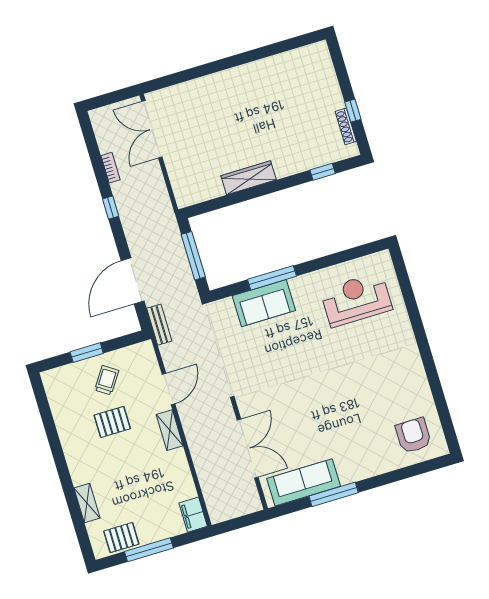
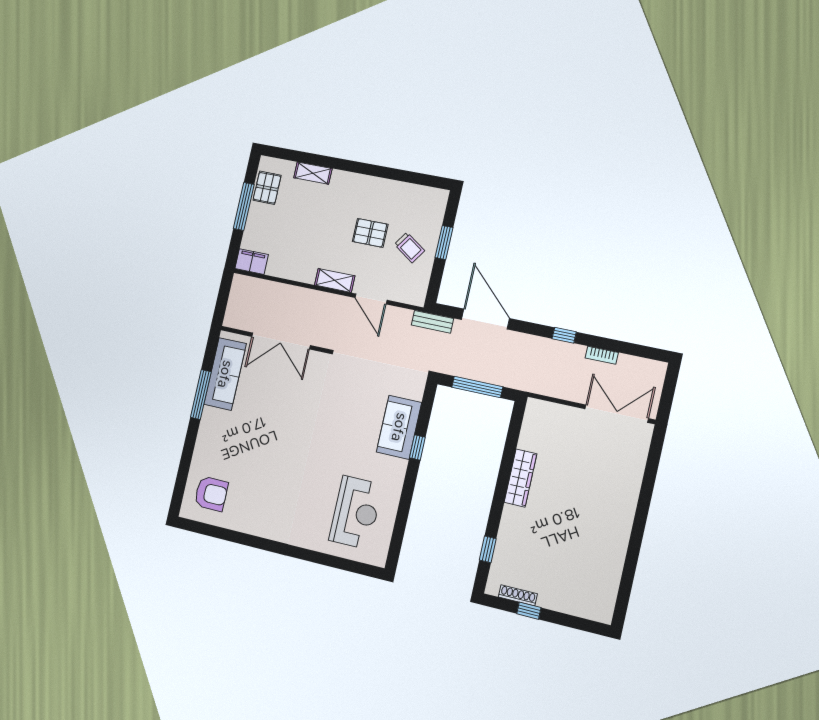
window: (272, 278) -> (417, 448), width x0.46
pallet: (112, 422) -> (370, 233), turned 90

